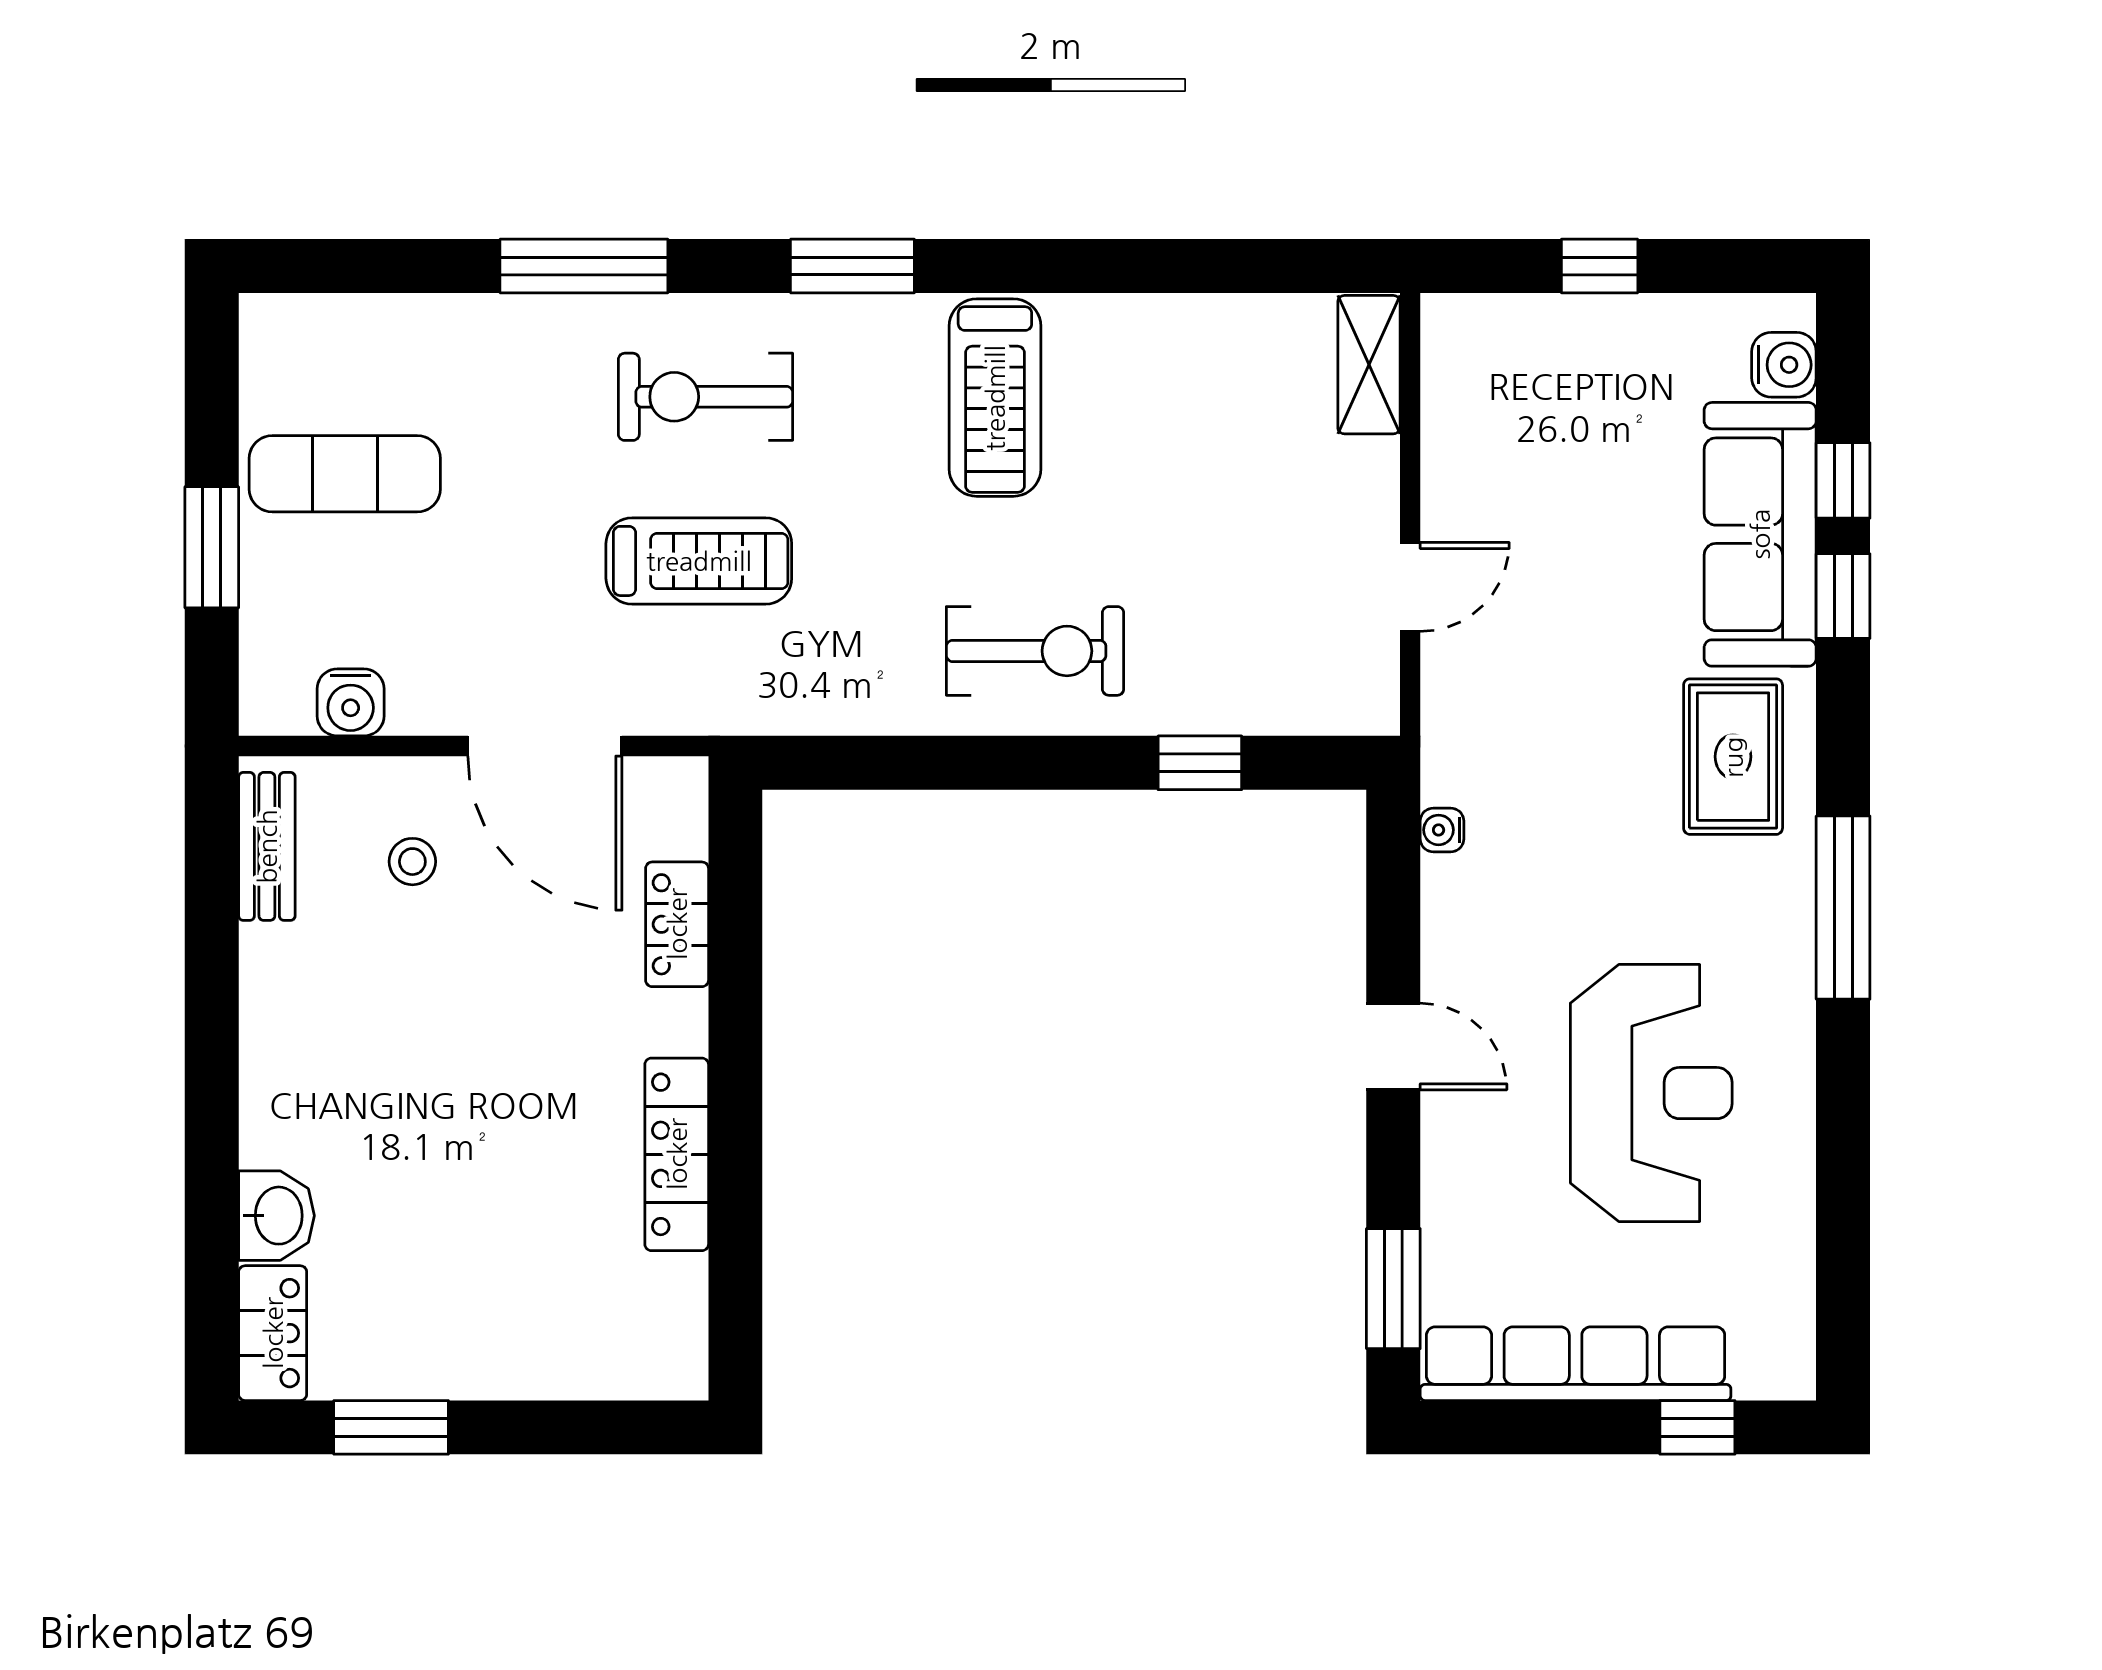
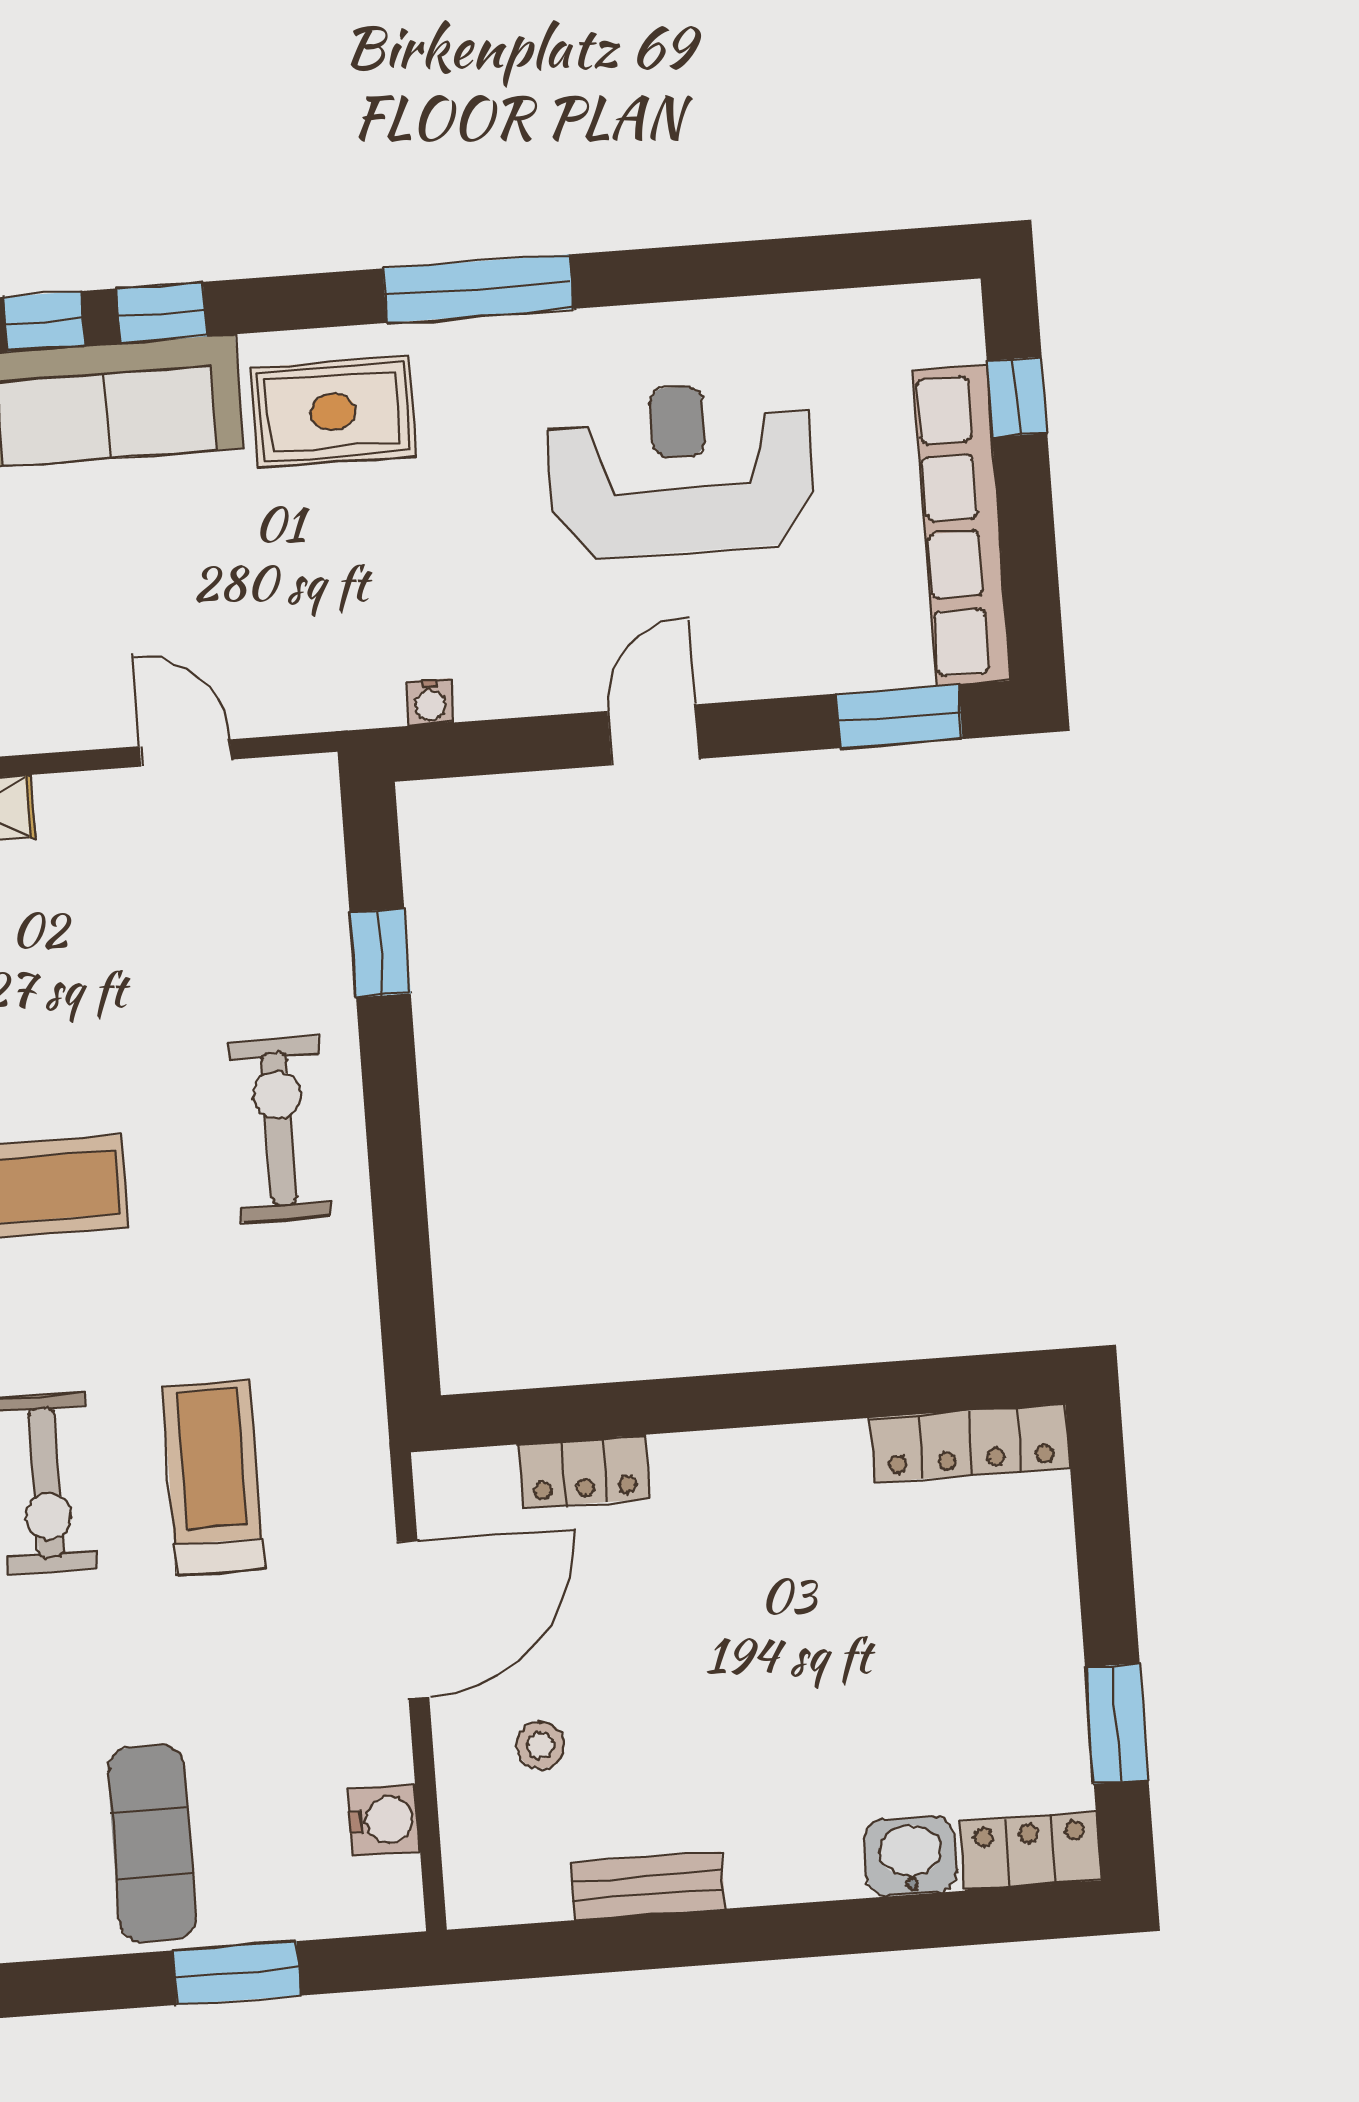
bench: (267, 846) -> (648, 1886), moved
locker: (677, 1154) -> (970, 1443), moved

